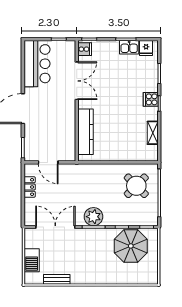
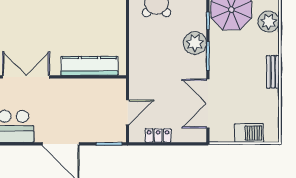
plant: (93, 217) -> (195, 43), moved
plant: (121, 276) -> (269, 22), added
bench: (57, 279) -> (273, 72), moved

